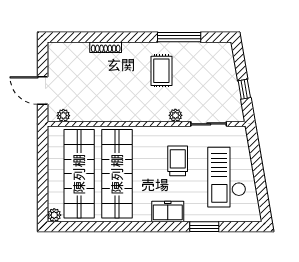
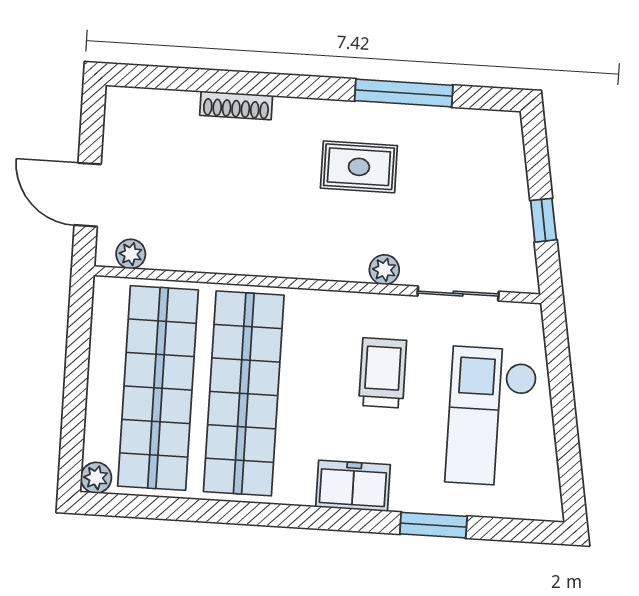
rug: (161, 71) -> (359, 167), turned 90

